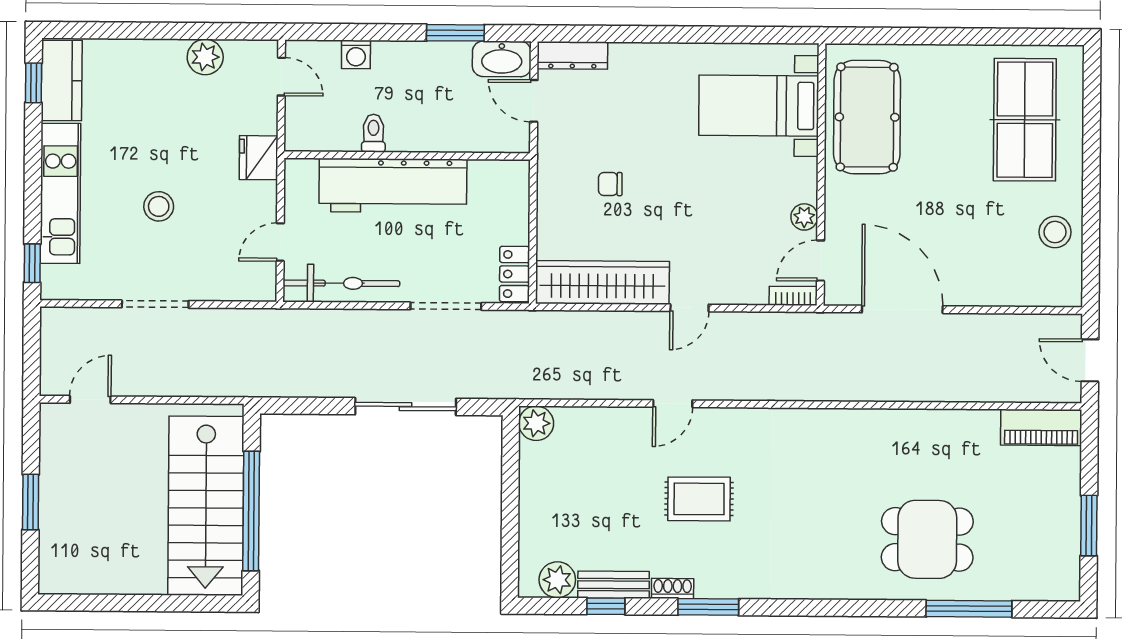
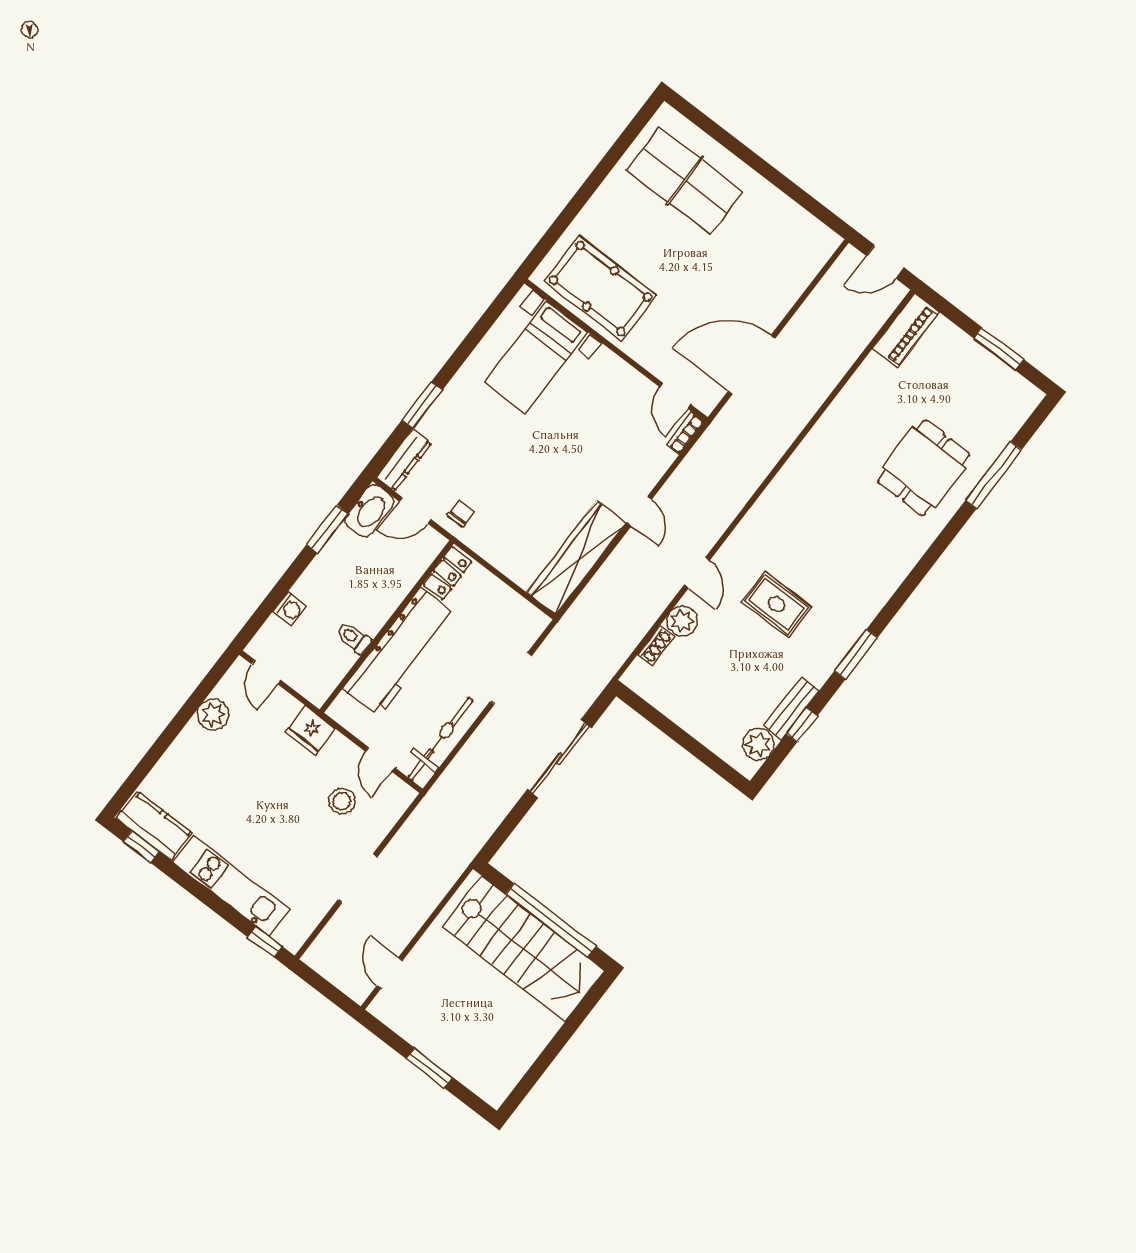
window: (636, 34) -> (422, 405), added
door: (281, 77) -> (266, 672), swing flipped
chair: (610, 184) -> (461, 513), moved, turned 180
stool: (159, 206) -> (342, 801), moved
plant: (804, 217) -> (637, 384), removed
stool: (1055, 232) -> (778, 219), removed
locker: (515, 274) -> (447, 573), moved, turned -90
plant: (536, 423) -> (682, 621), moved
rug: (699, 499) -> (777, 604), turned 90
shoe rack: (673, 589) -> (656, 645), moved, turned 180

